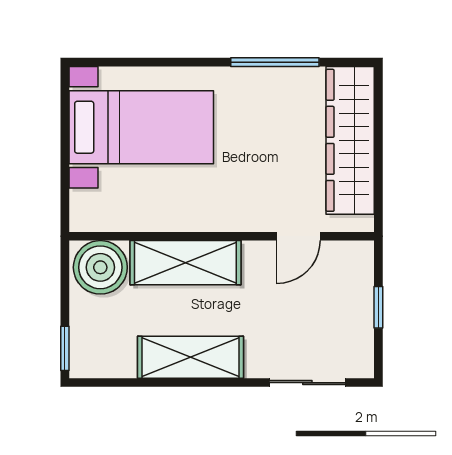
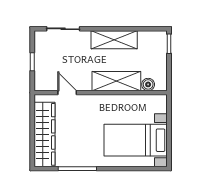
door: (298, 236) -> (67, 93), hinge flipped
boiler: (100, 267) -> (148, 84), width x0.54, depth x0.54

